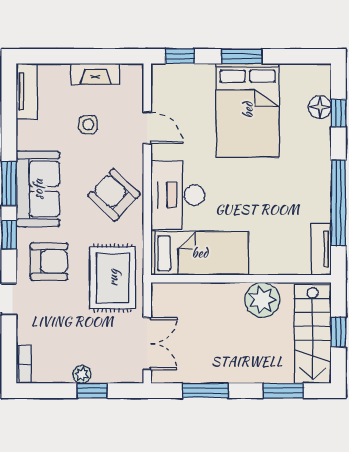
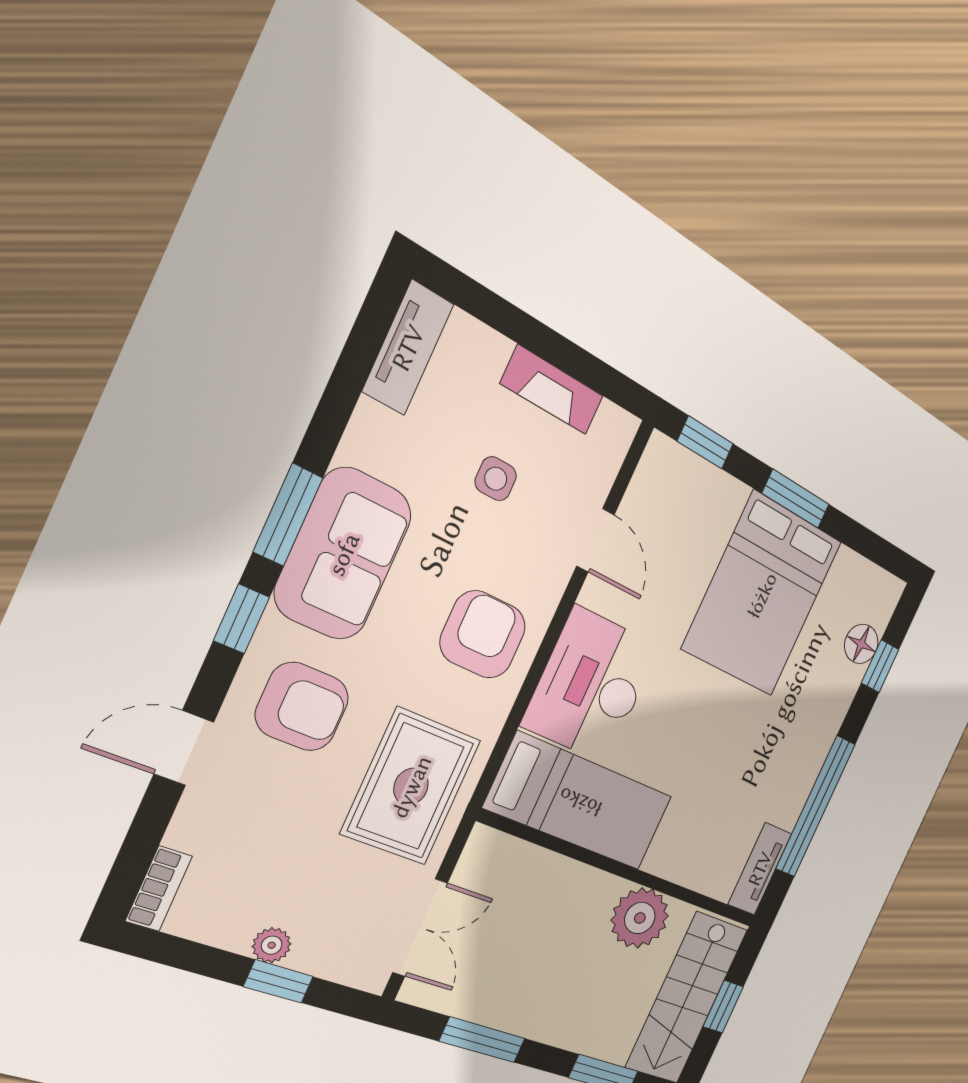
armchair: (114, 195) -> (483, 635), turned 47

